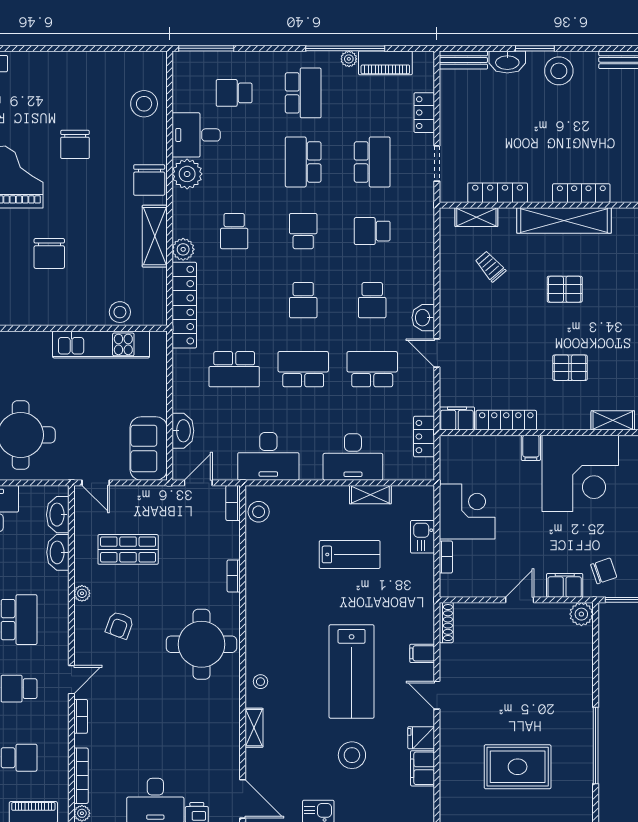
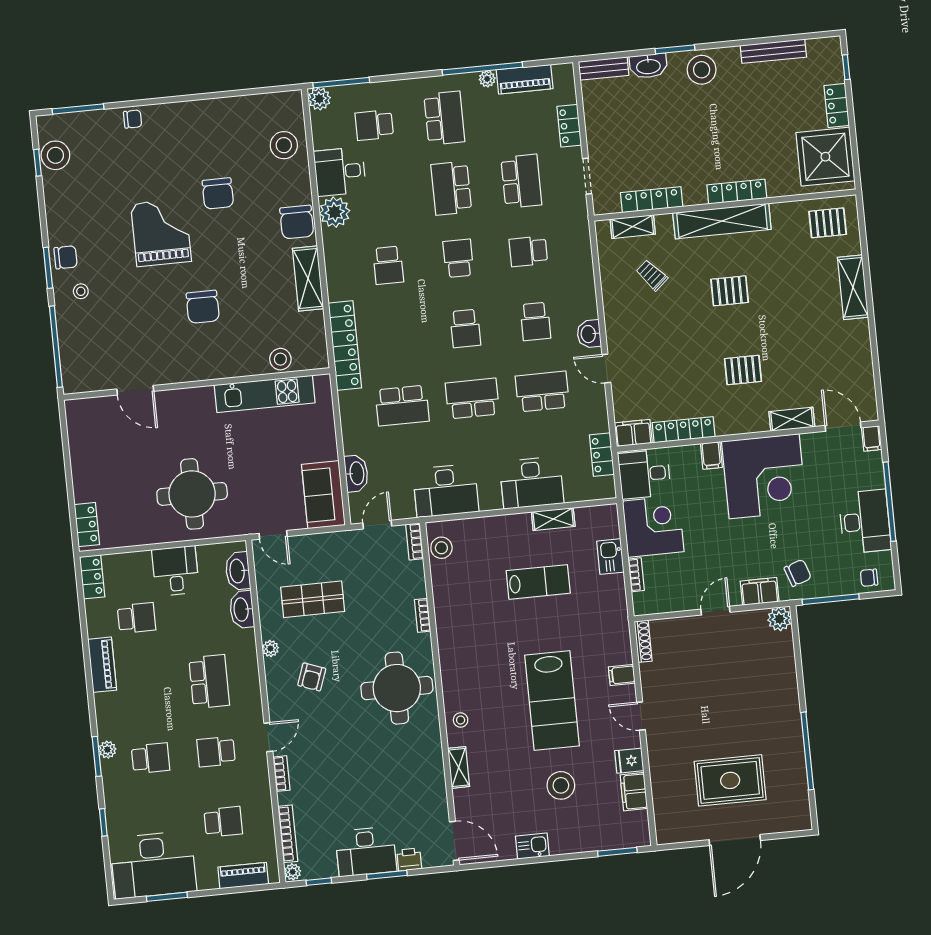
plant: (183, 249) -> (319, 99), moved
desk: (464, 460) -> (644, 474), added

